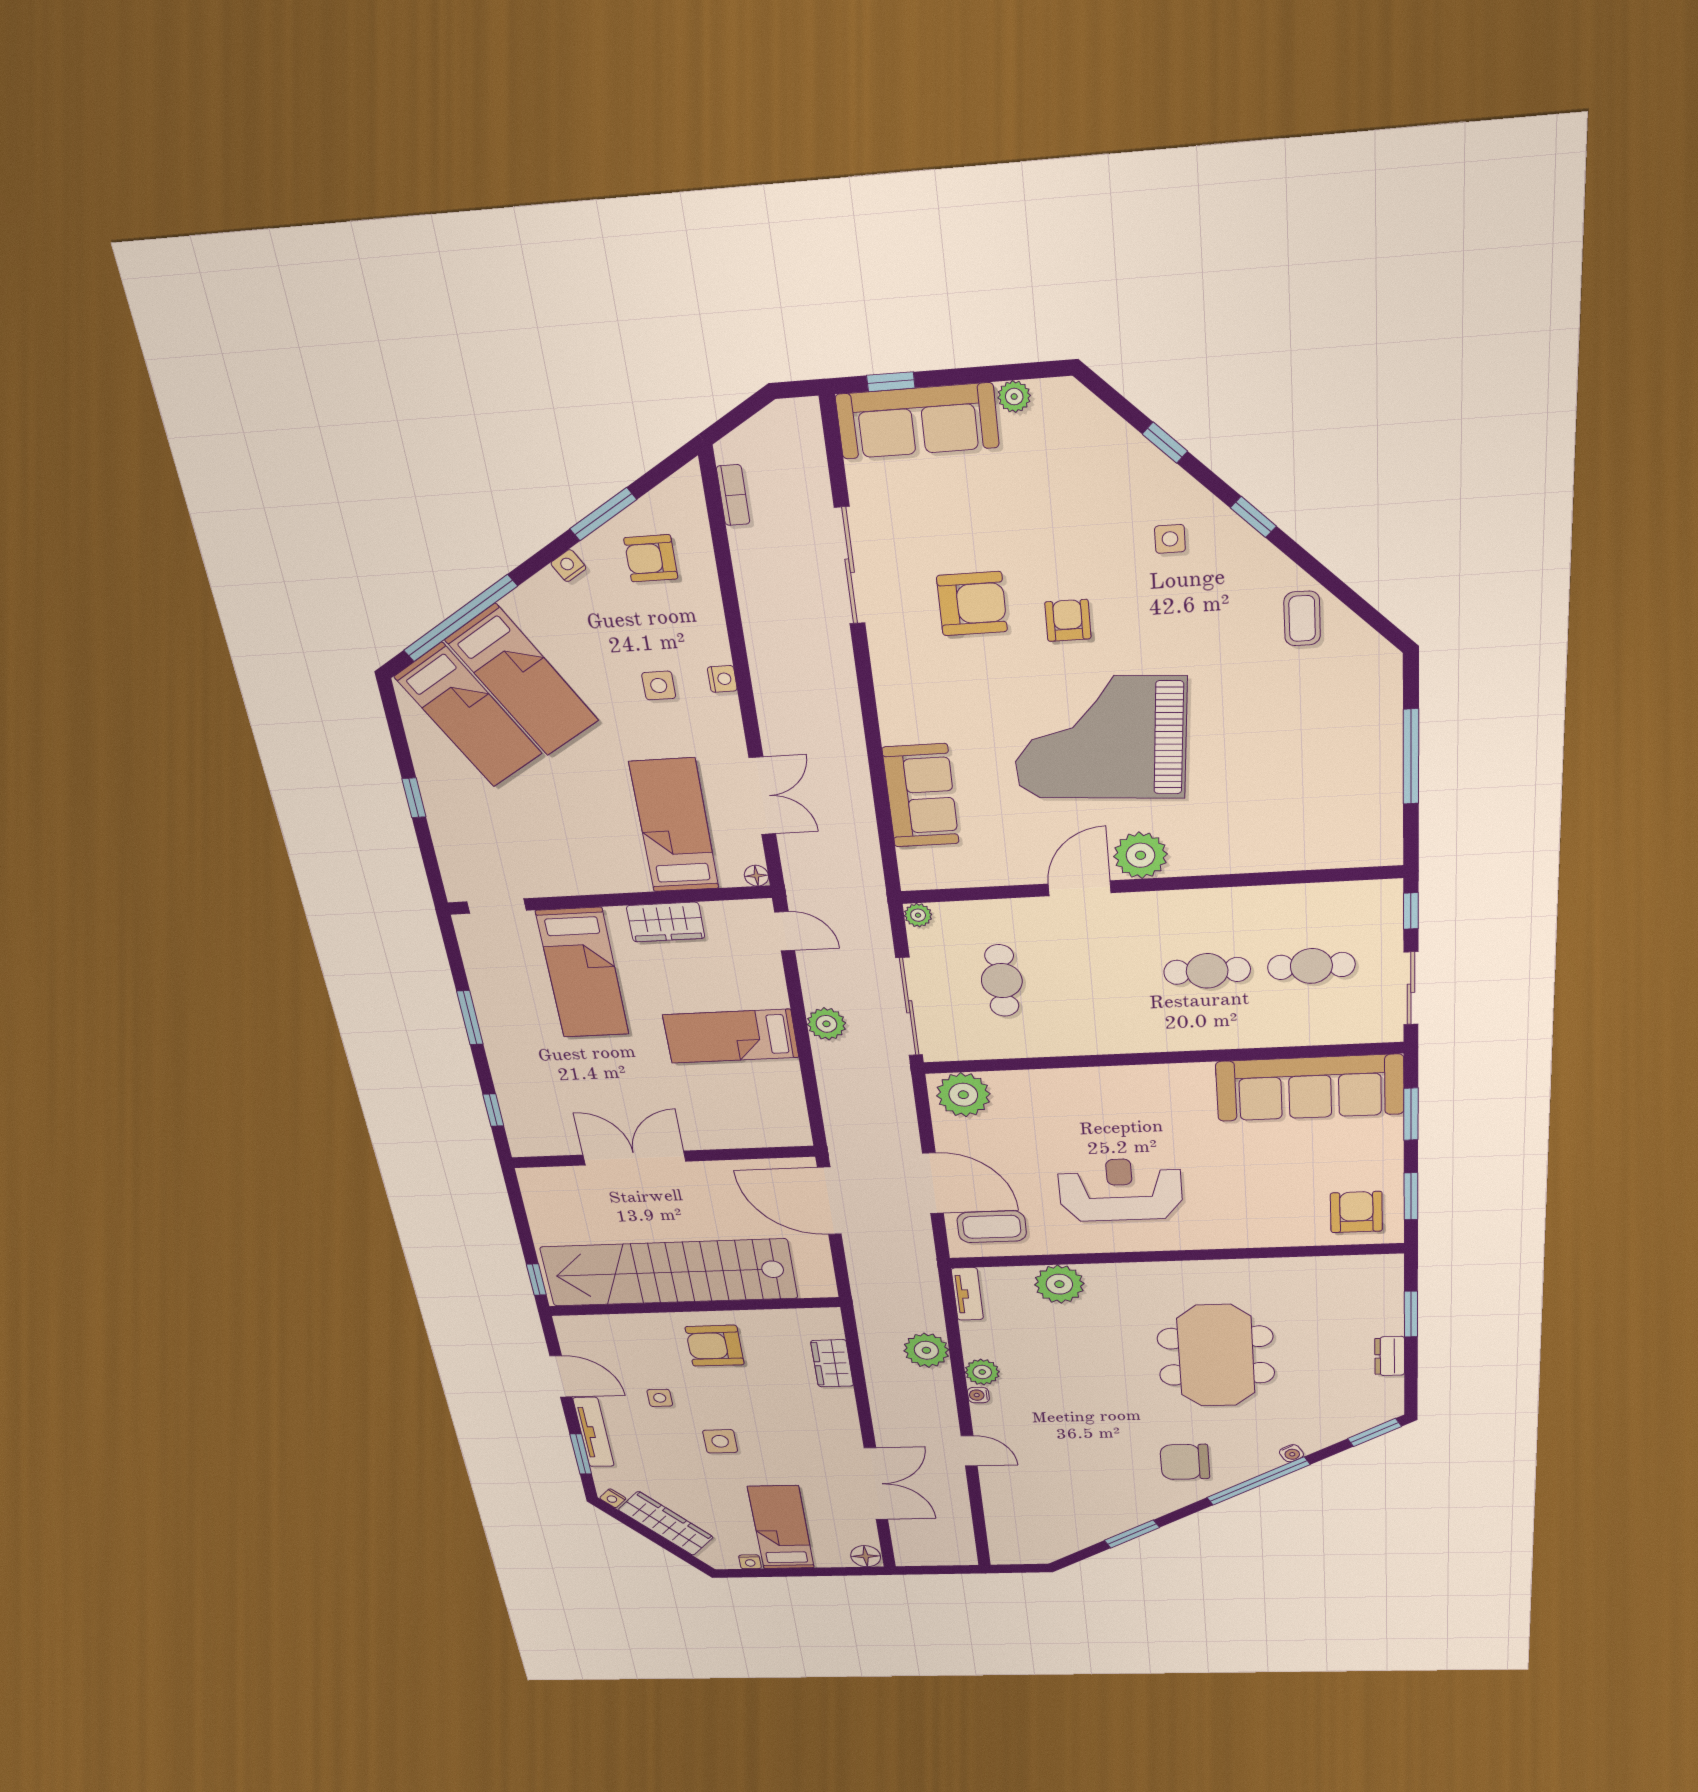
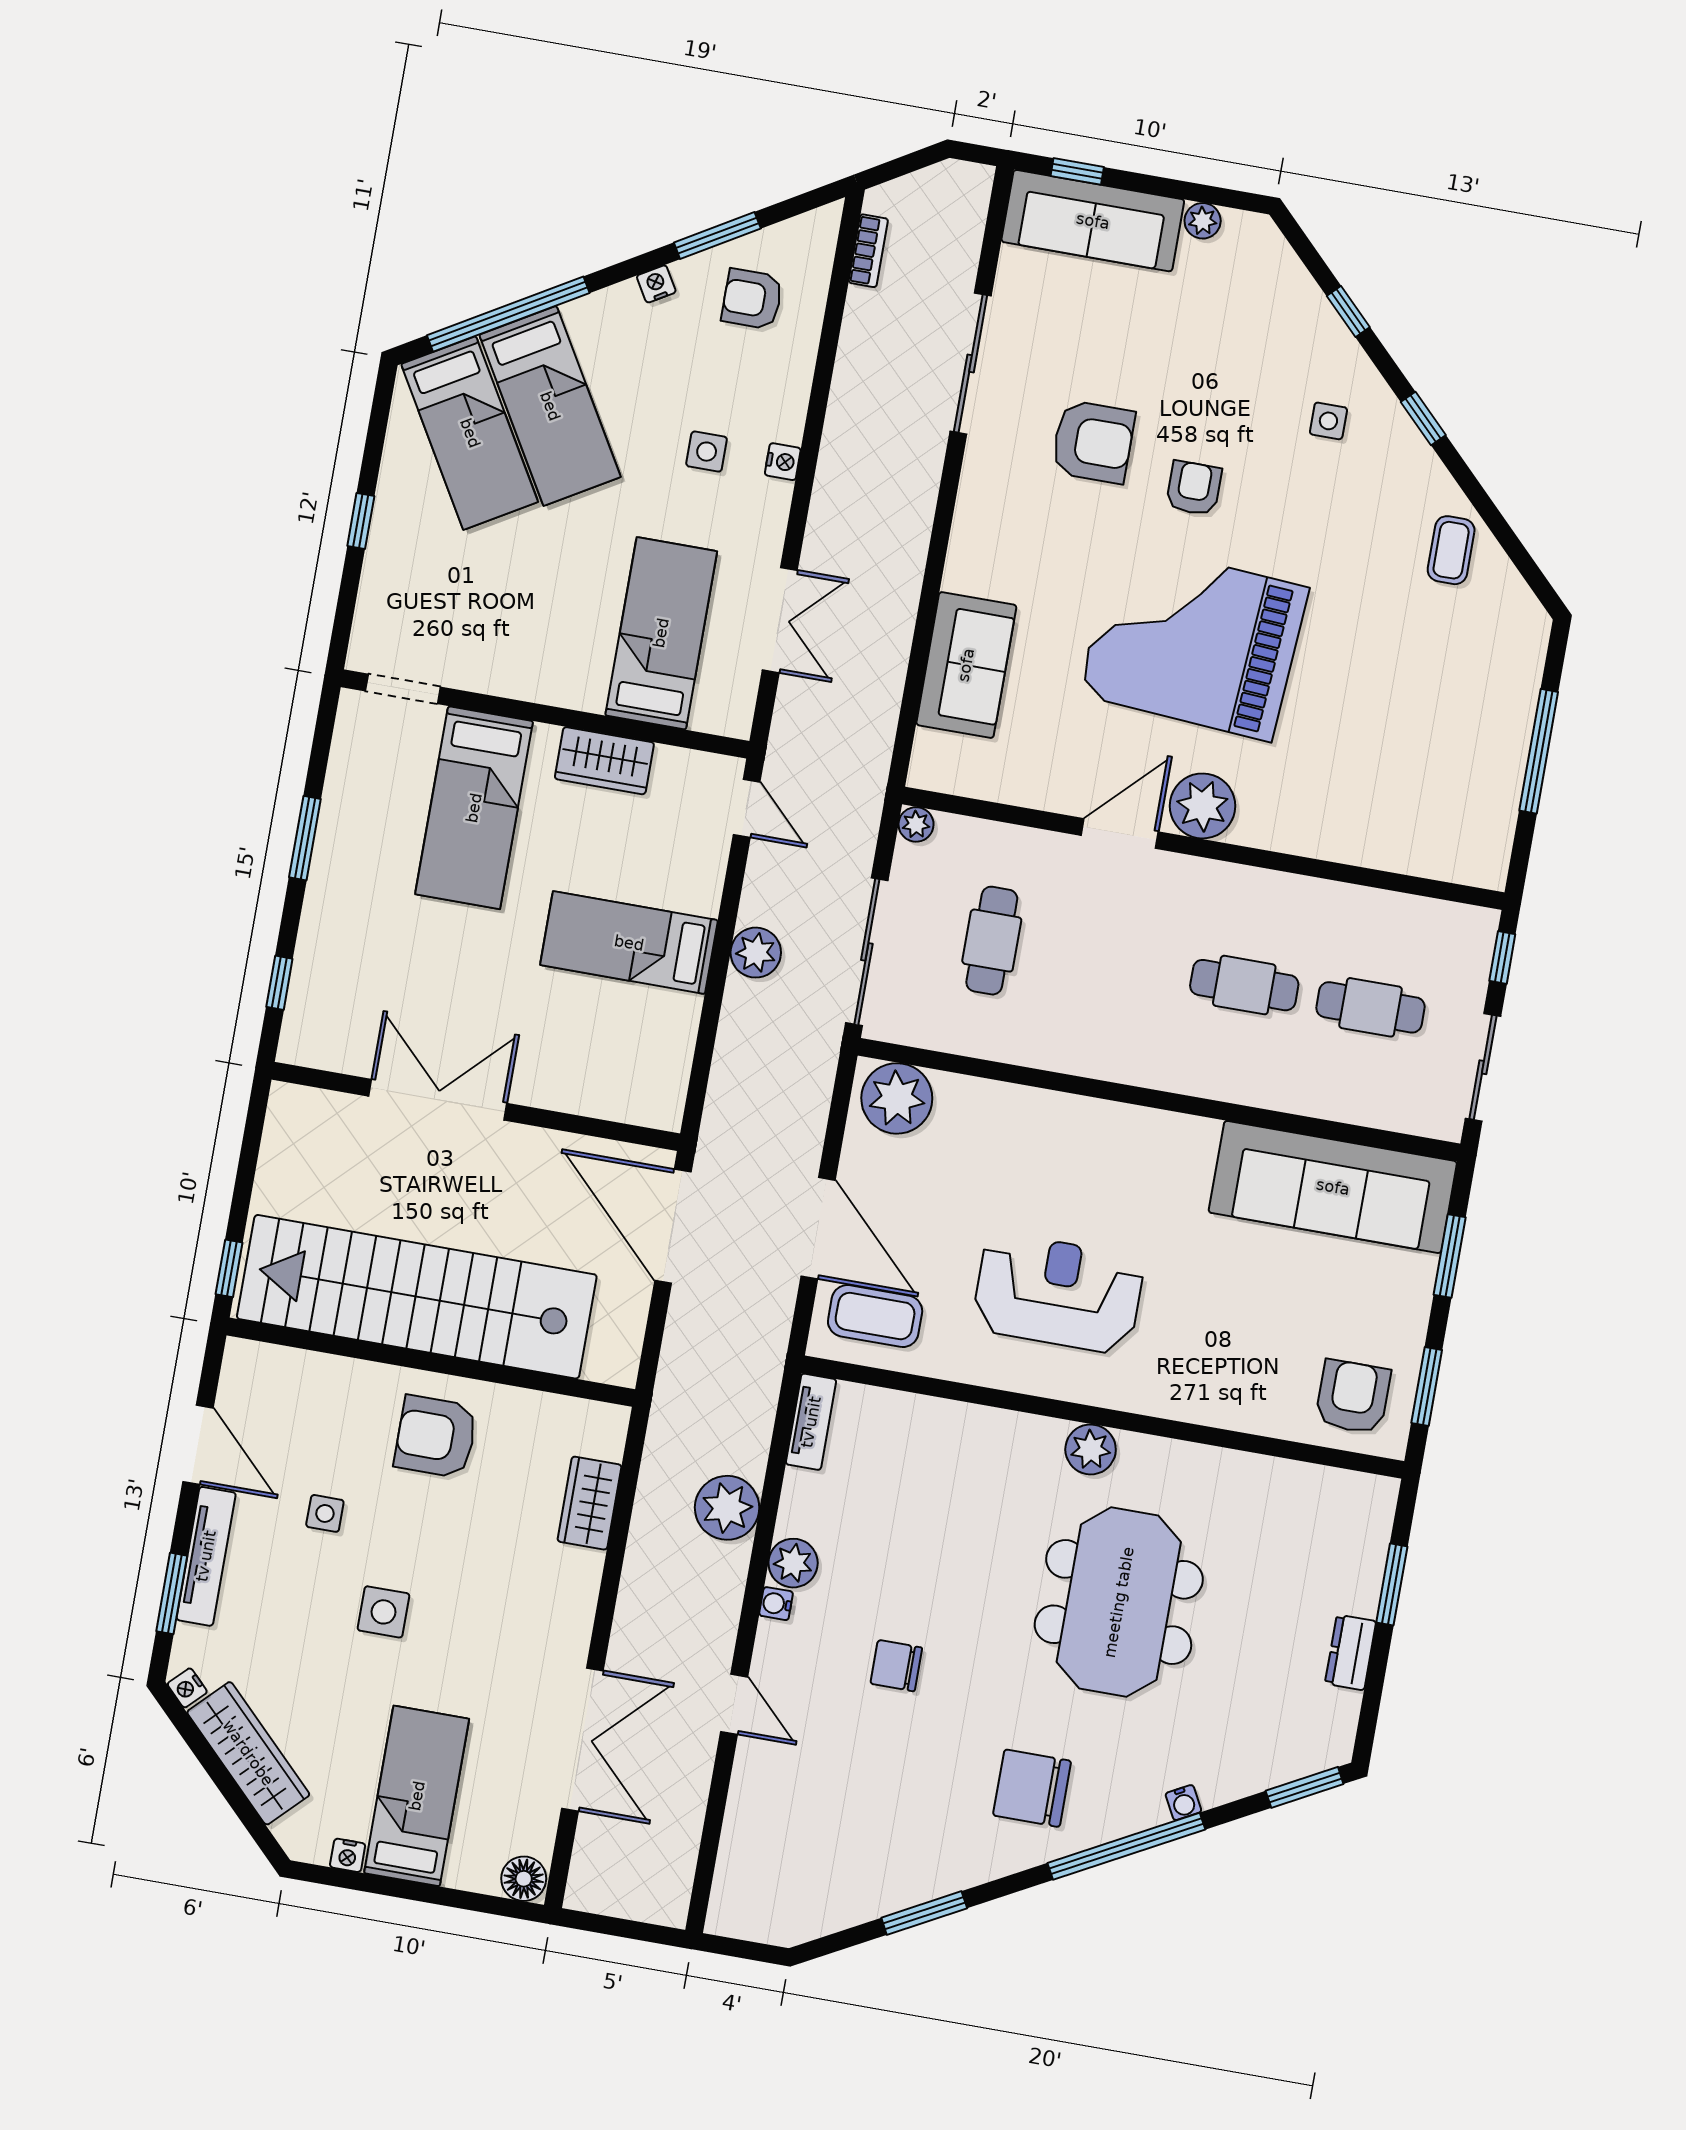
floor lamp: (756, 876) -> (737, 724), removed
plant: (1059, 1284) -> (1091, 1449), moved, width x0.73, depth x0.73
chair: (1072, 1414) -> (896, 1666), added

